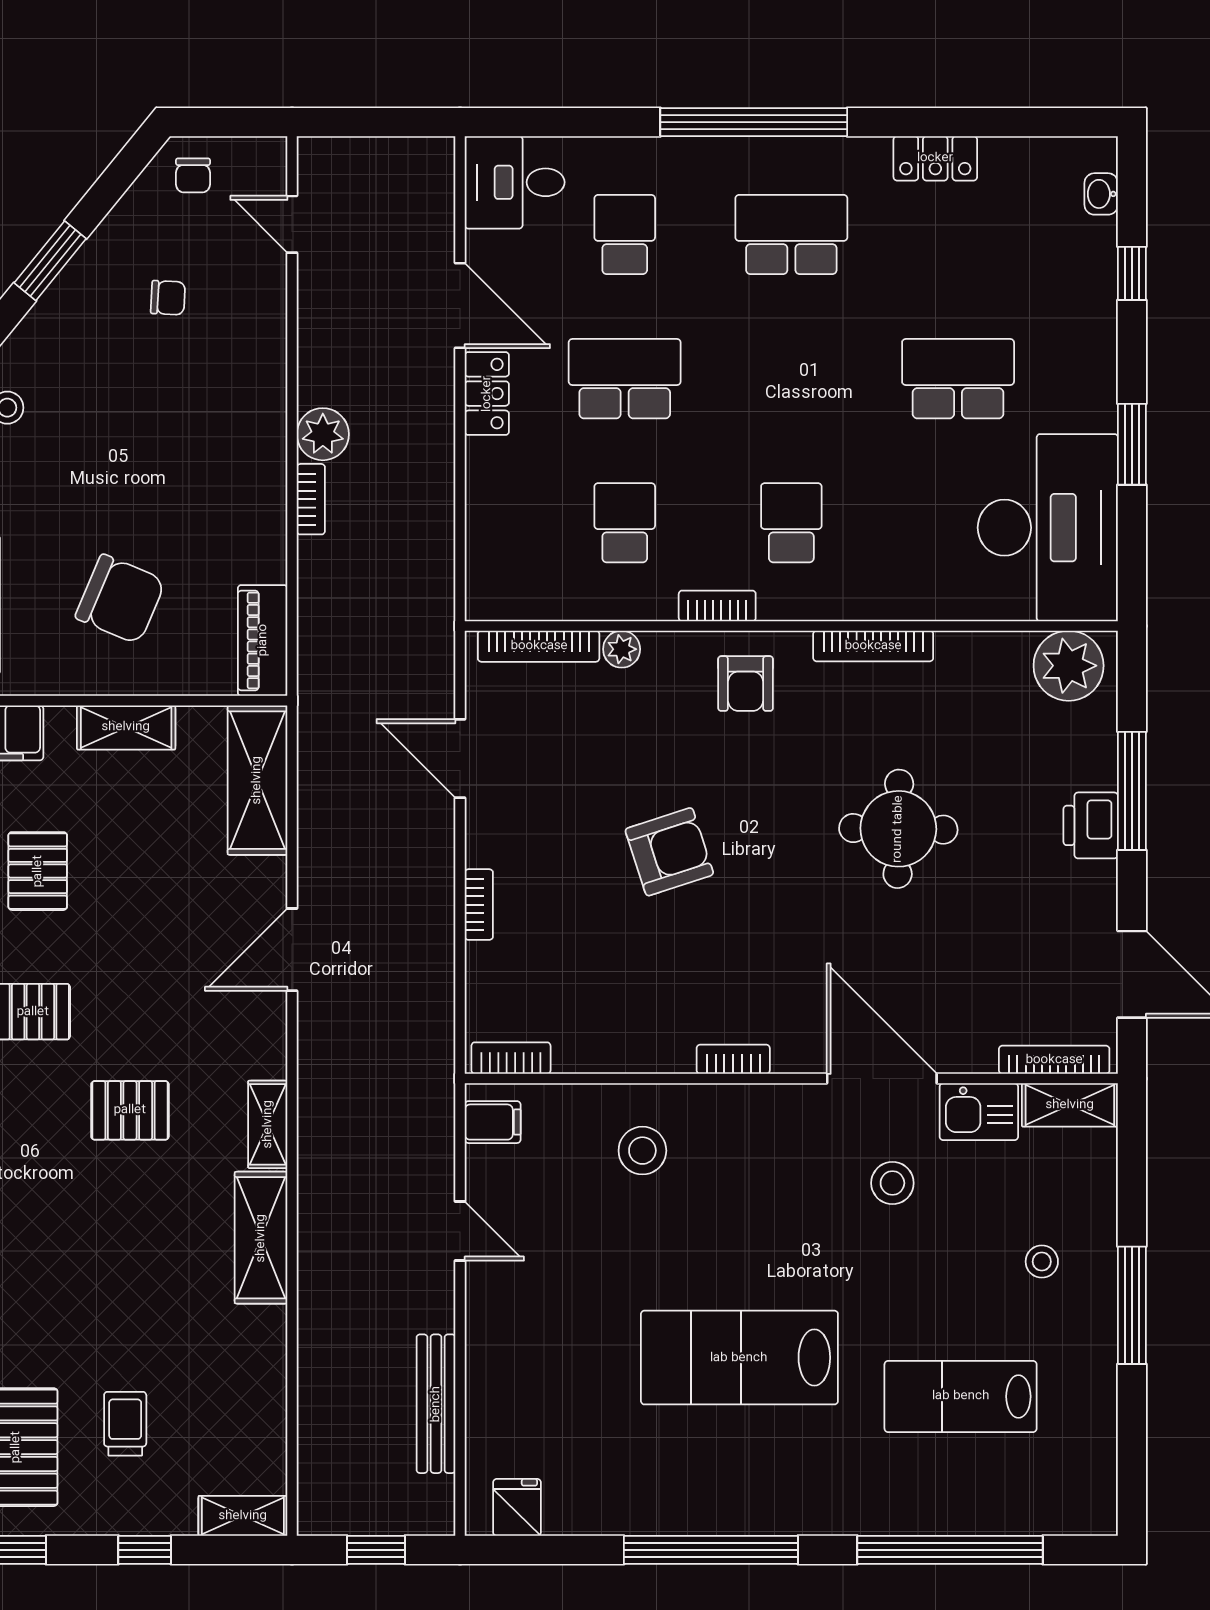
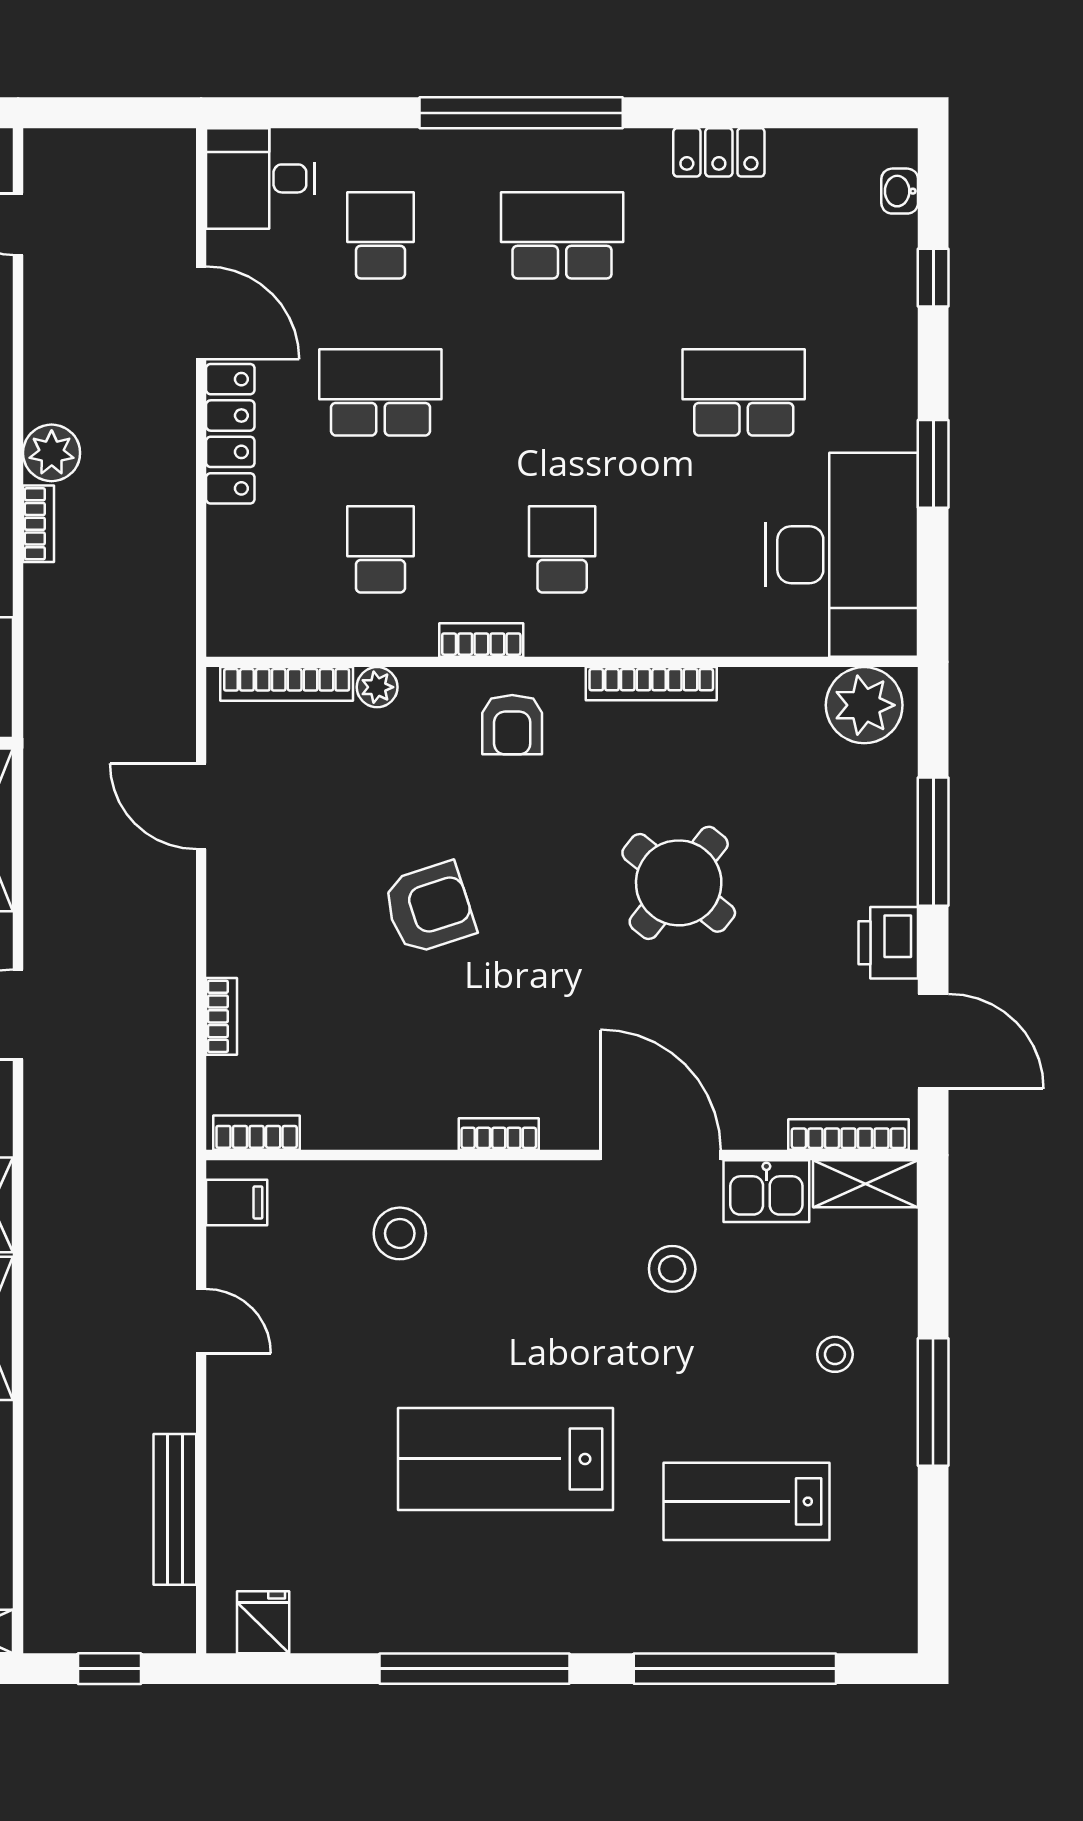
locker: (487, 394) -> (230, 434), width x1.53
printer: (1091, 825) -> (888, 943), moved
round table: (898, 829) -> (679, 883), turned 38
bookcase: (479, 905) -> (222, 1016), moved

